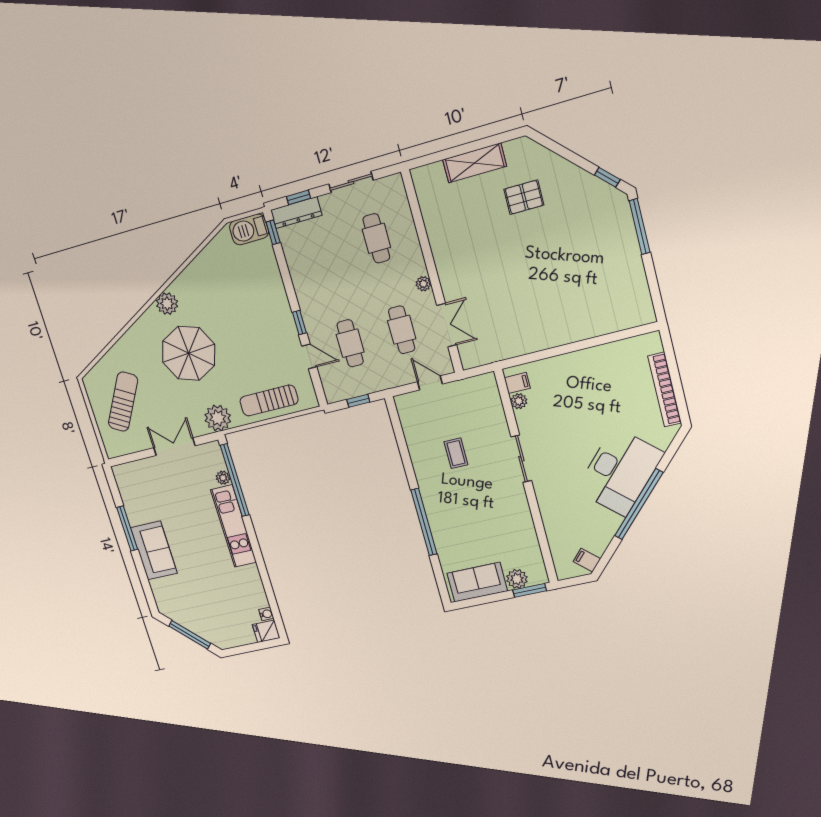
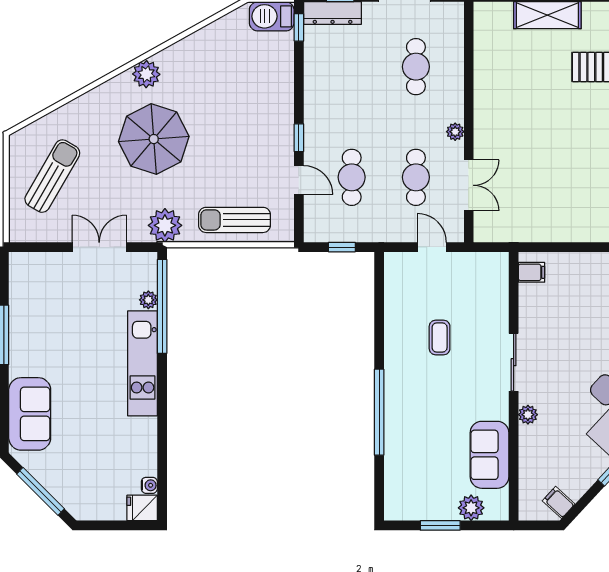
plant: (519, 401) -> (528, 415), moved
sofa: (154, 550) -> (30, 414), moved
sofa: (477, 582) -> (489, 455), moved, turned -90
window: (530, 590) -> (440, 525), moved

